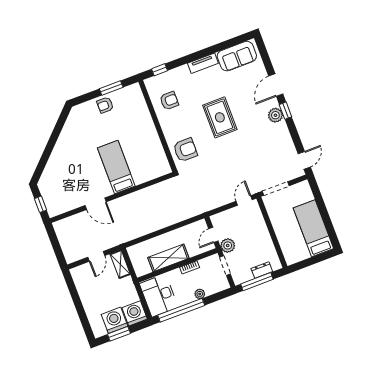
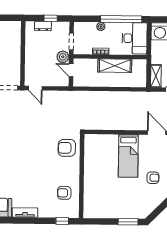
window: (111, 88) -> (128, 222), moved
armchair: (105, 105) -> (153, 178), moved
rug: (220, 117) -> (29, 163), removed
door: (244, 200) -> (35, 88), hinge flipped
door: (213, 235) -> (71, 70), swing flipped
window: (257, 282) -> (51, 18), width x0.46

